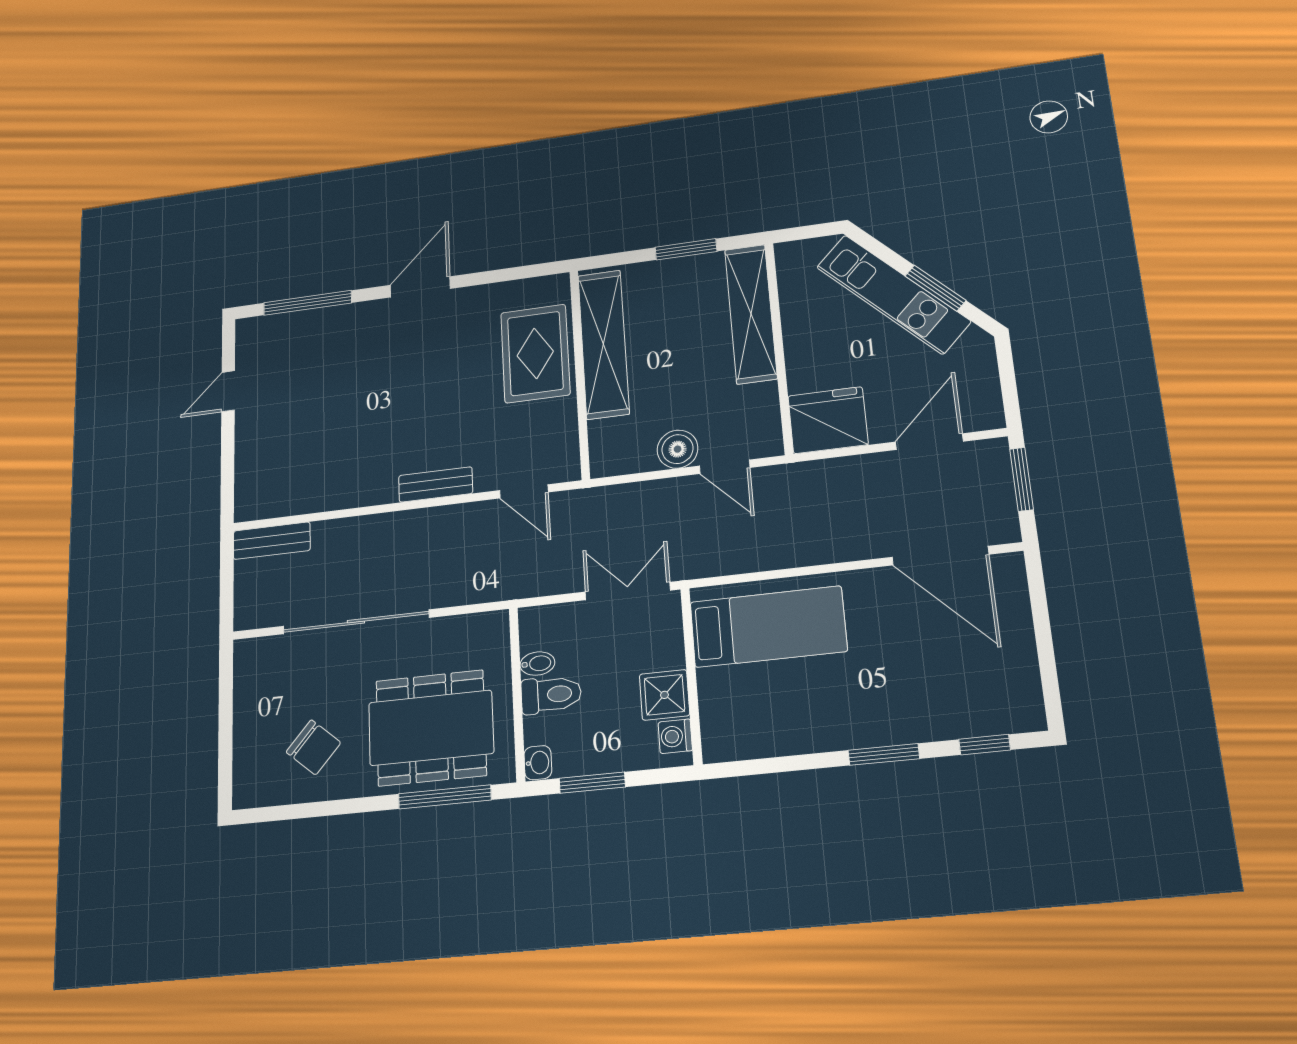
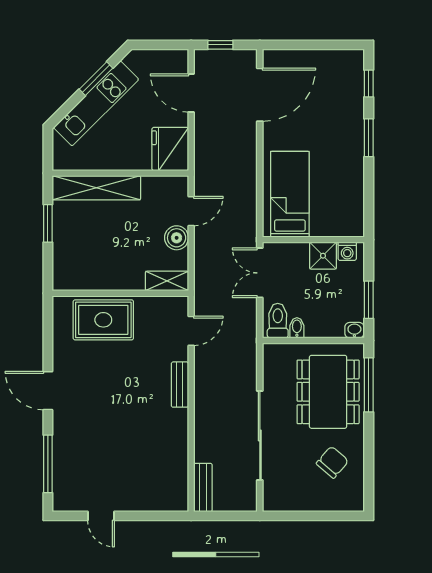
shelving: (604, 344) -> (167, 281), moved, width x0.45, depth x0.75
window: (1022, 479) -> (220, 45), width x0.67
toilet: (551, 695) -> (278, 321), moved

